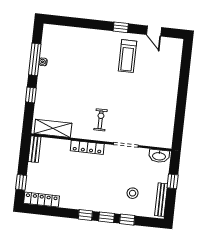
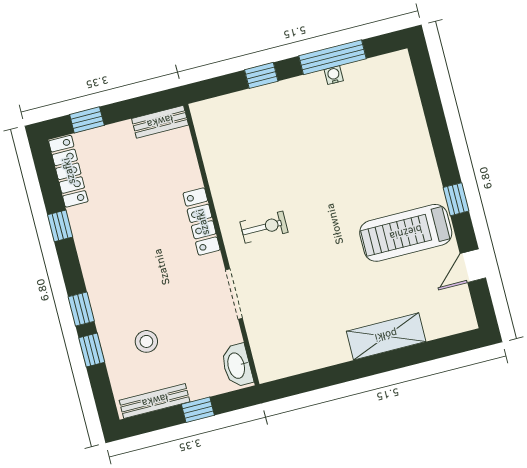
treadmill: (127, 56) -> (406, 233), width x1.37, depth x1.38
shelving: (53, 128) -> (386, 336), moved, turned 90
window: (85, 215) -> (60, 226), moved

